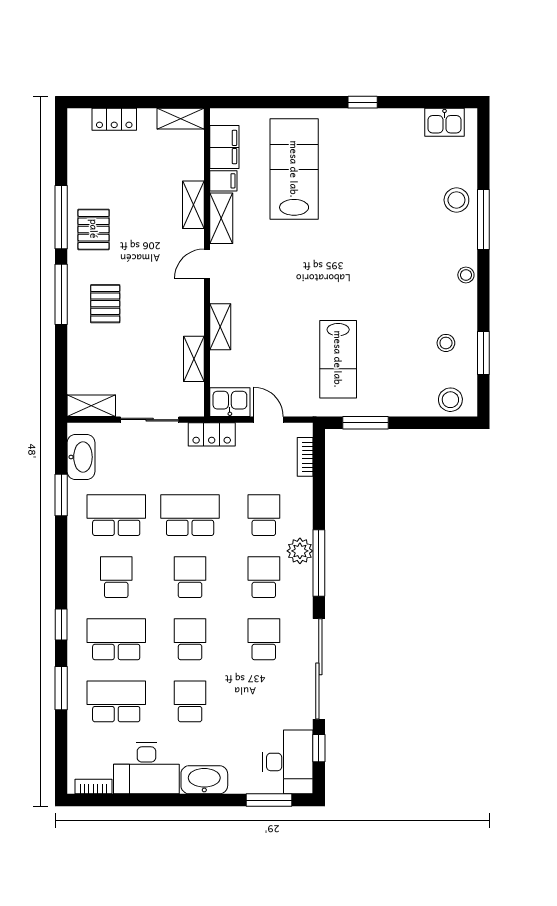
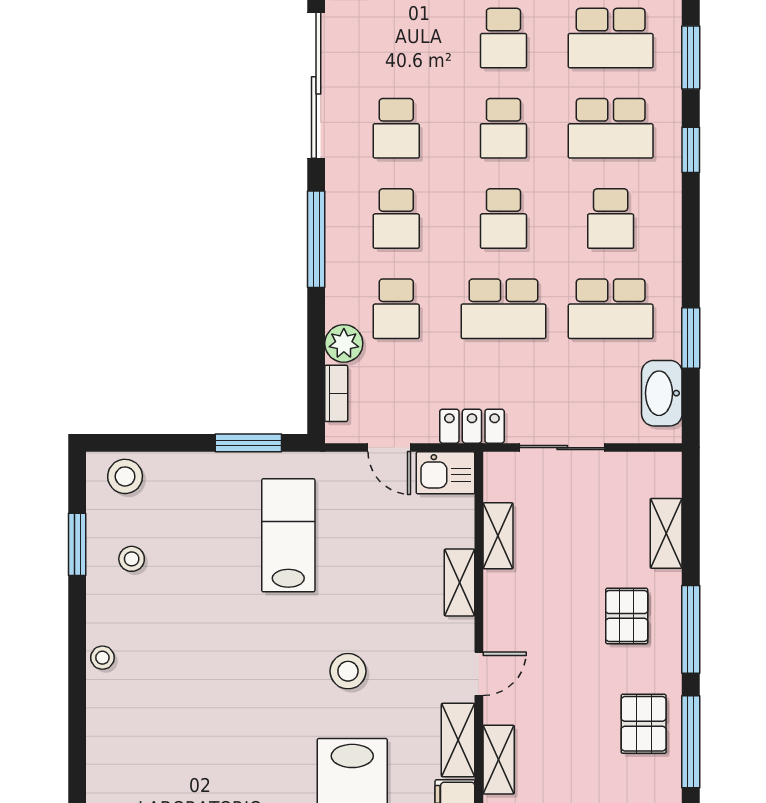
stool: (456, 200) -> (348, 671), moved
window: (483, 219) -> (77, 738), removed
shelving: (91, 406) -> (666, 533), moved, turned 90
plant: (300, 551) -> (344, 343), moved

